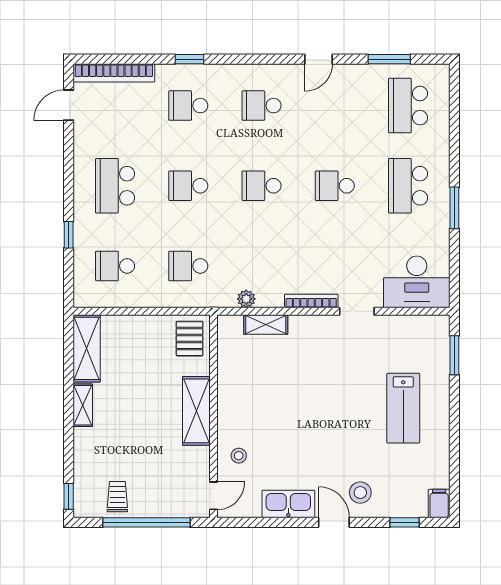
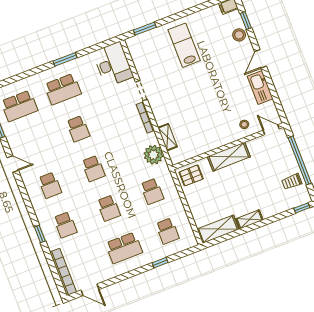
plant: (246, 299) -> (153, 155), width x1.88, depth x1.88
lab bench: (403, 408) -> (184, 45), turned -90
stool: (360, 493) -> (239, 35), moved

